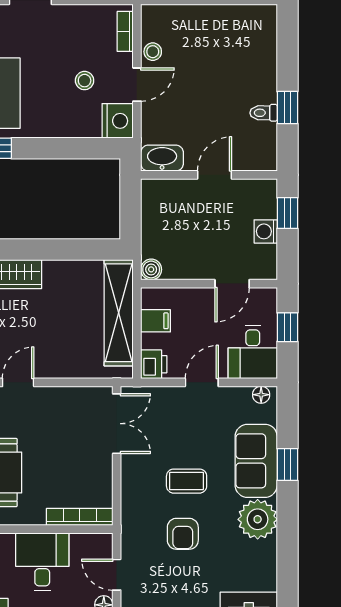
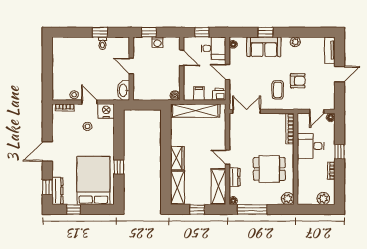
coffee table: (187, 481) -> (278, 90), moved
plant: (258, 519) -> (295, 42), width x0.53, depth x0.53

